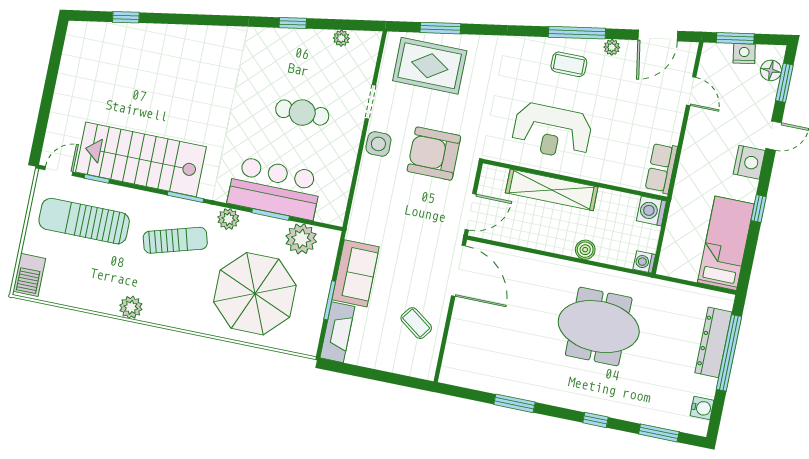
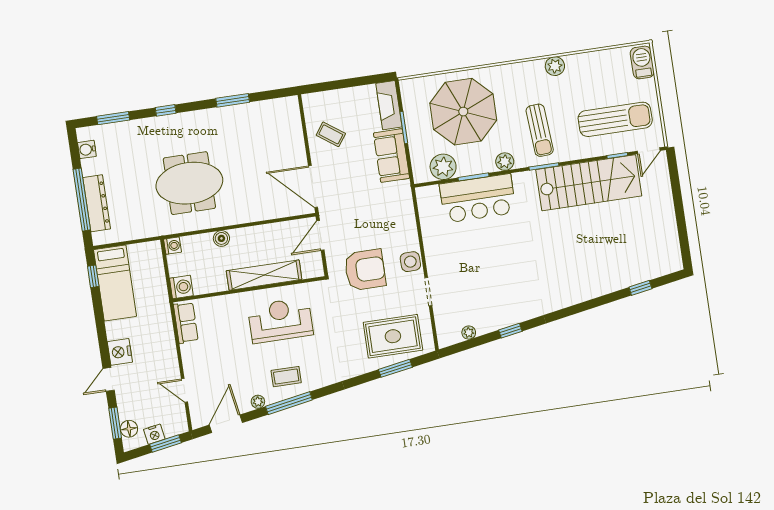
cafe table: (302, 113) -> (478, 264), removed
window: (759, 209) -> (93, 276), moved
sun lounger: (175, 240) -> (540, 130), turned -78

